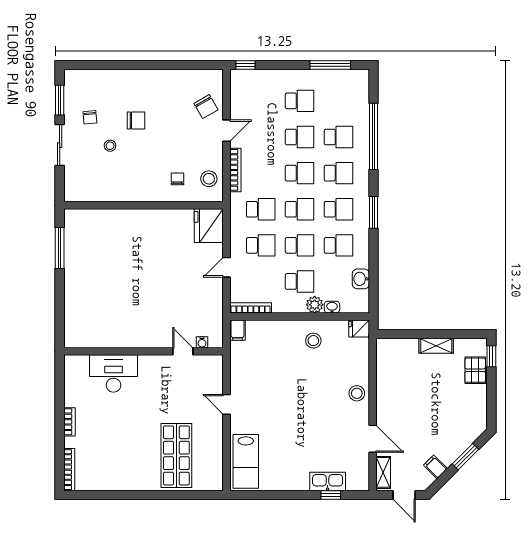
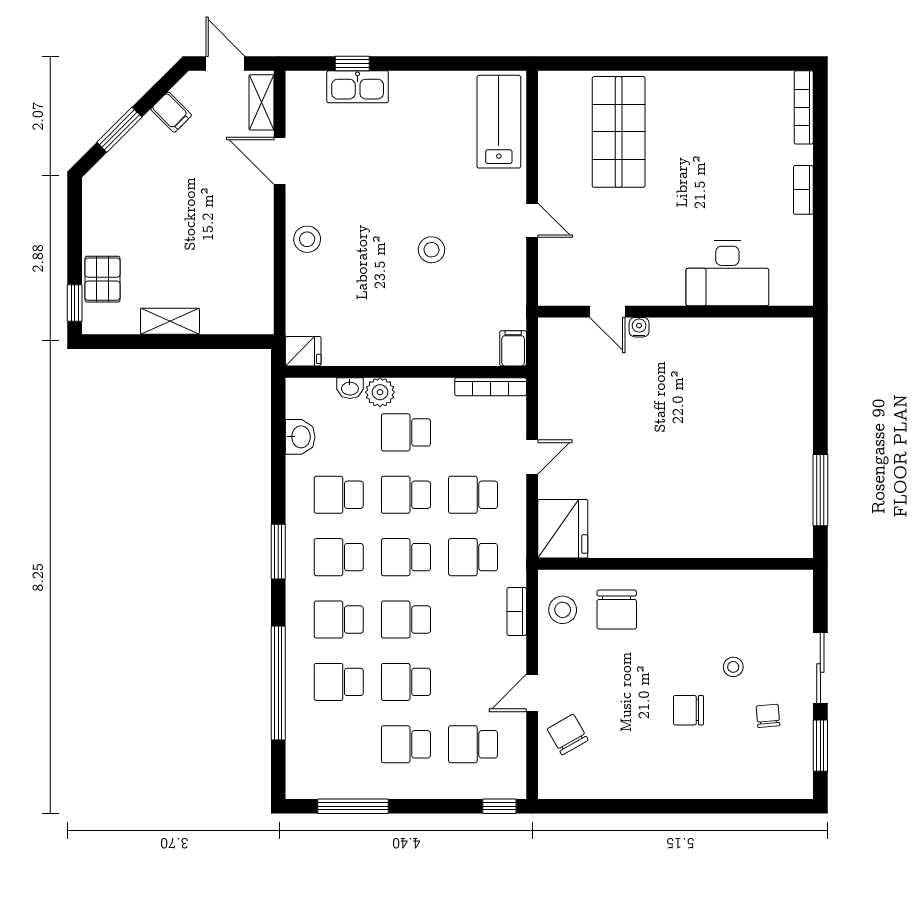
school desk: (261, 101) -> (473, 744), added
bookcase: (235, 170) -> (517, 611), width x0.64
chair: (178, 179) -> (617, 610), width x1.87, depth x1.87
stool: (313, 341) -> (431, 250), moved
water cooler: (202, 342) -> (639, 327), moved

